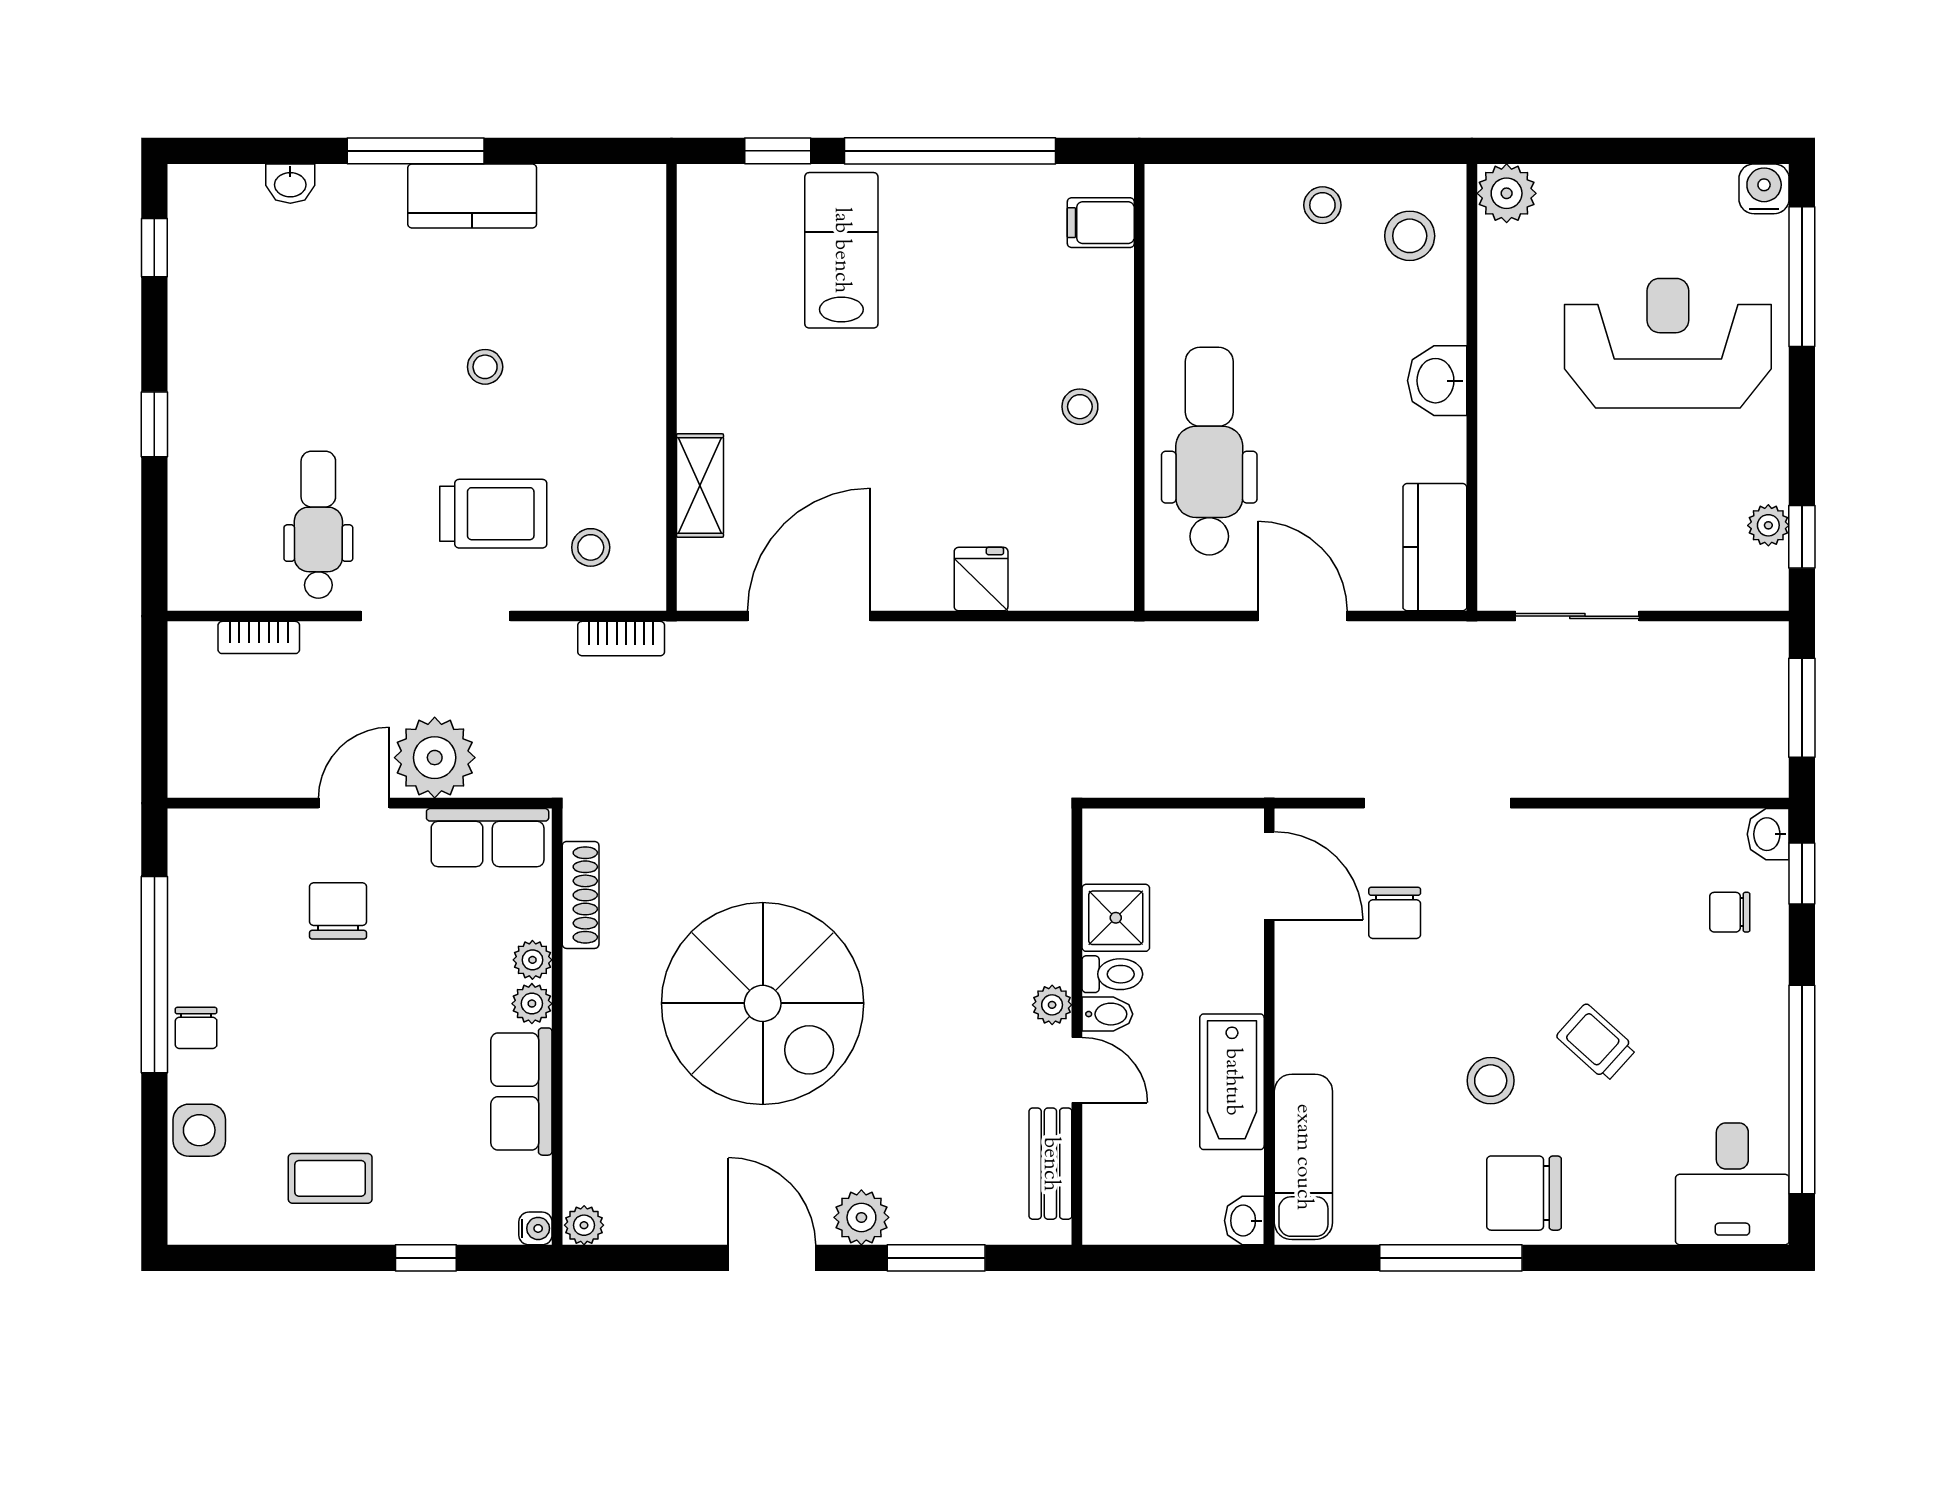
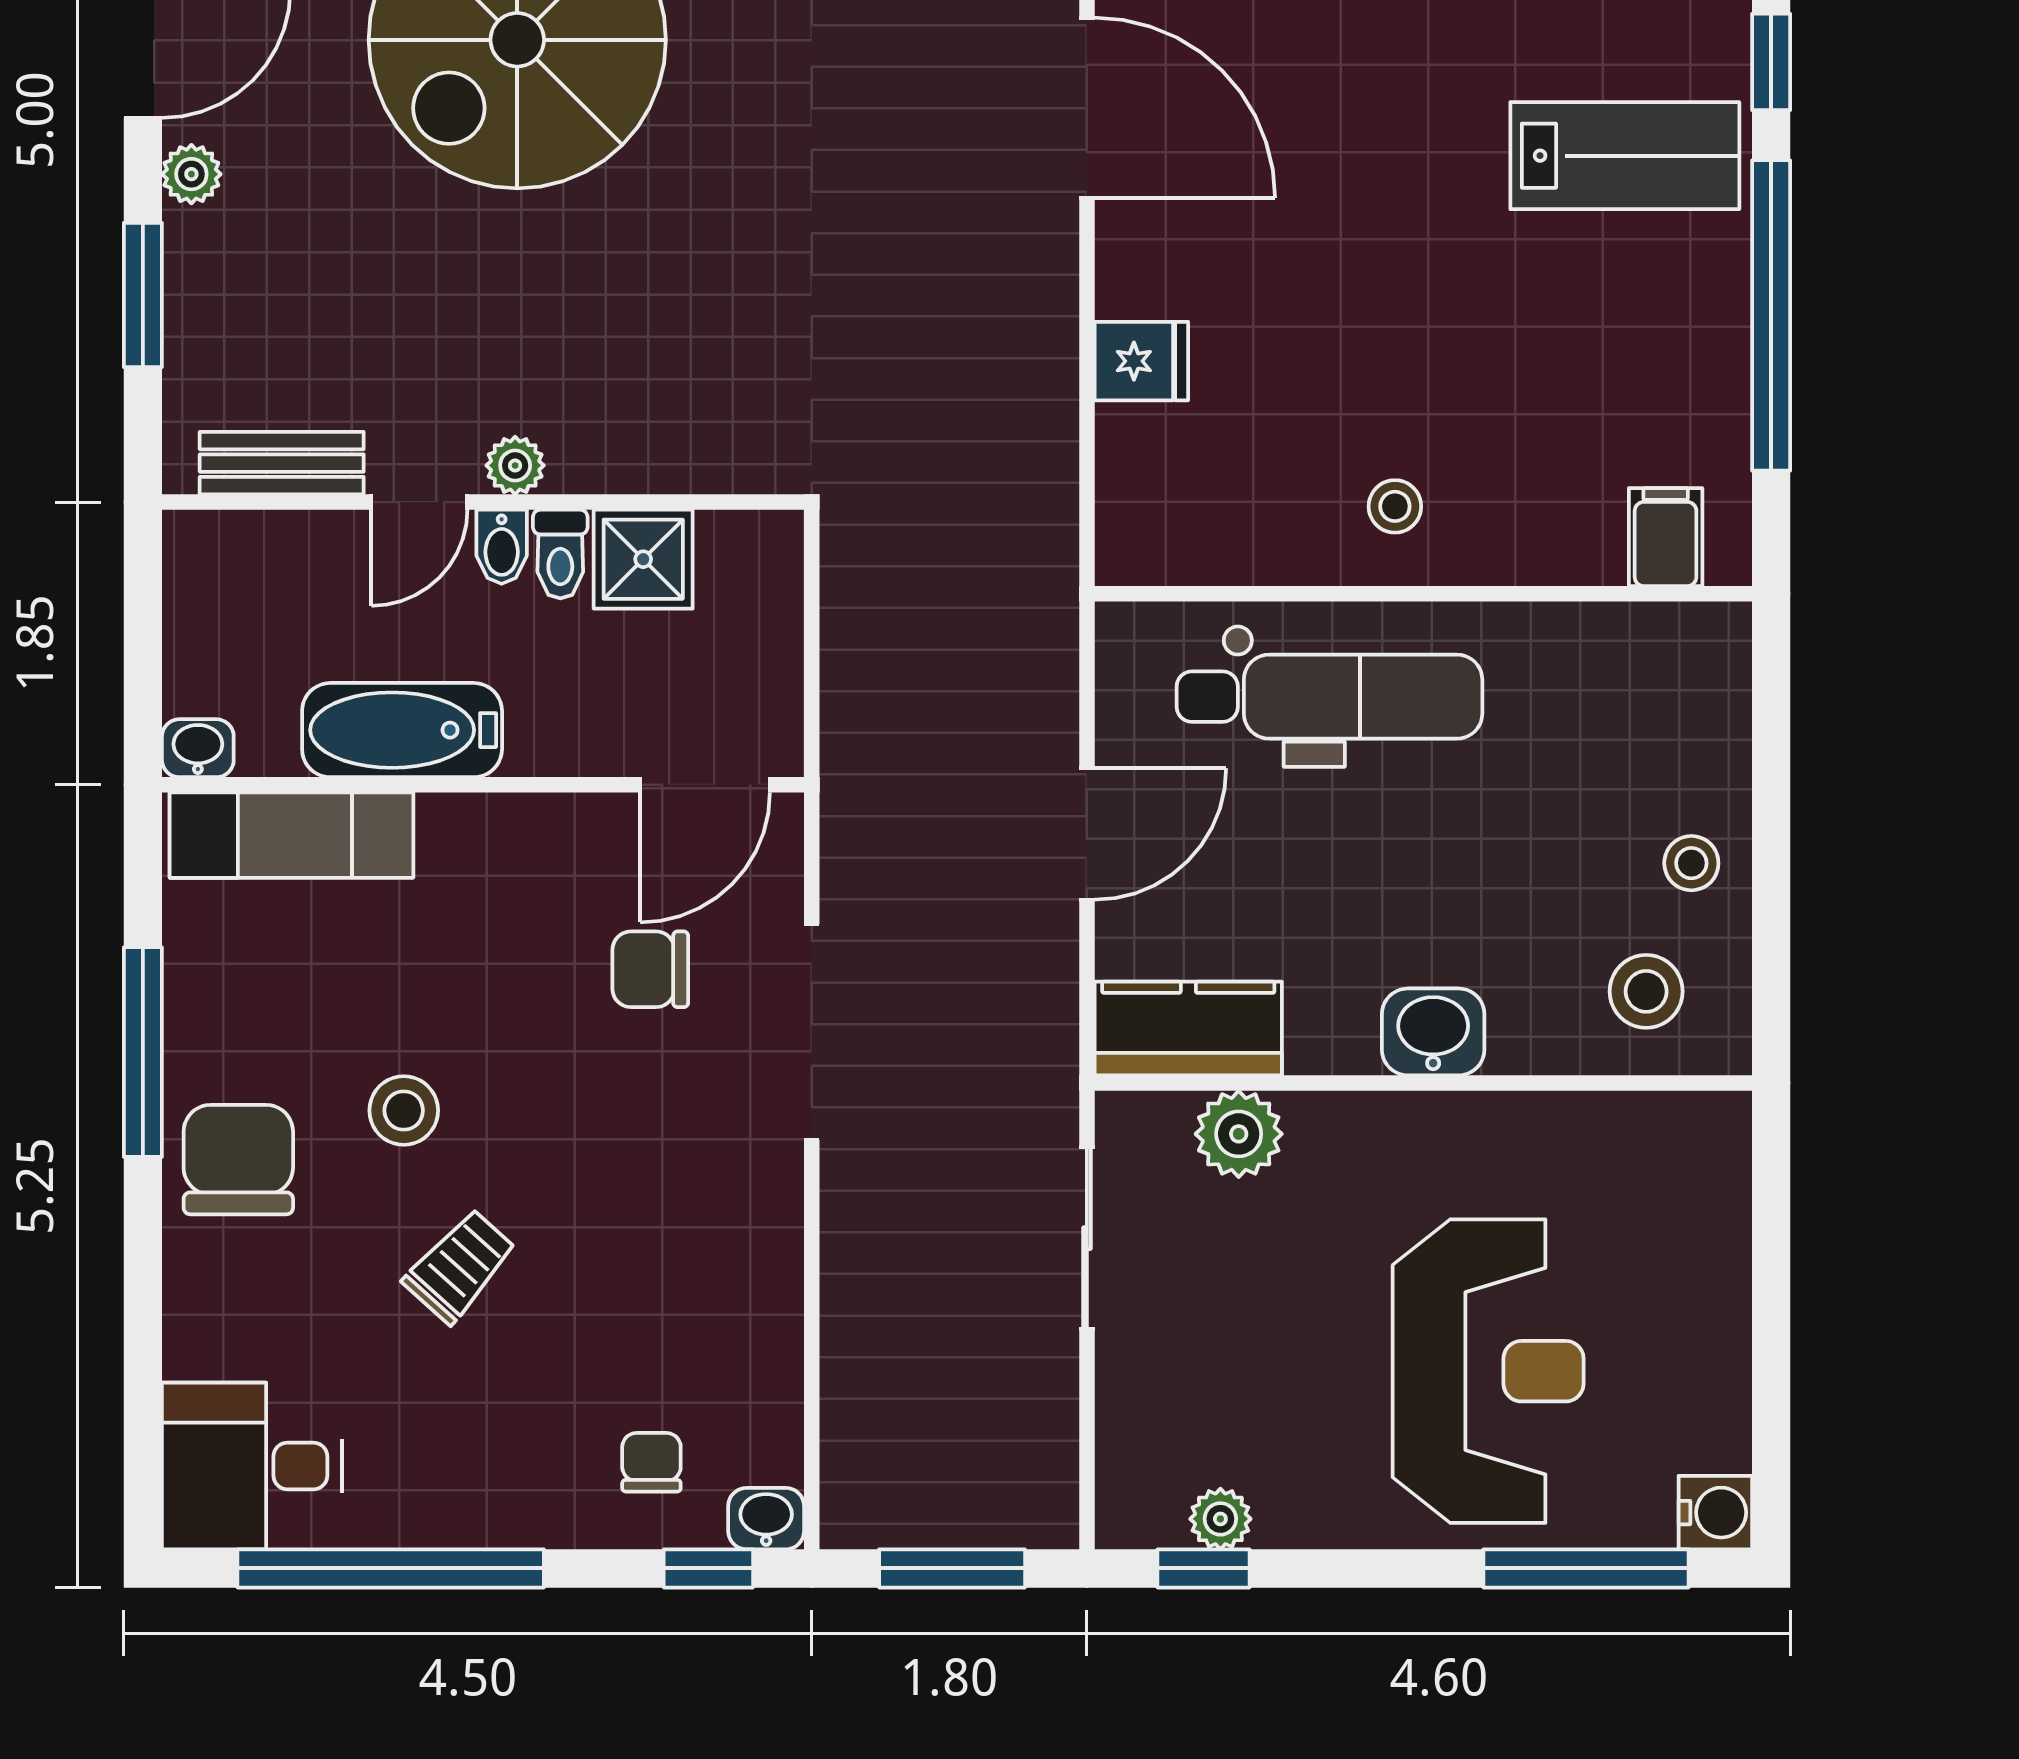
plant: (1507, 193) -> (1239, 1134), moved
plant: (861, 1217) -> (191, 174), width x0.73, depth x0.73

